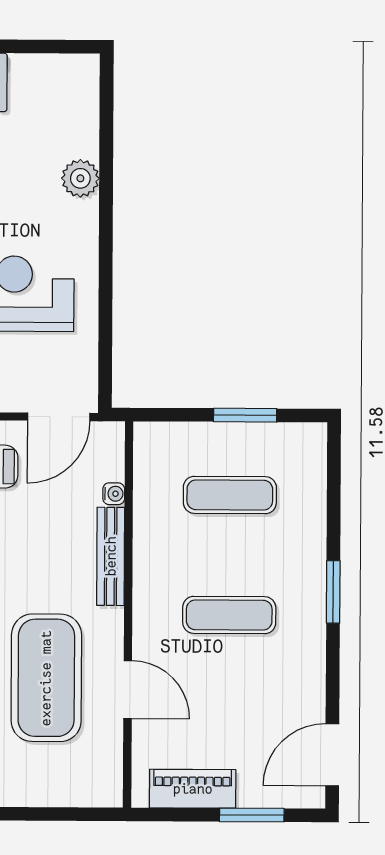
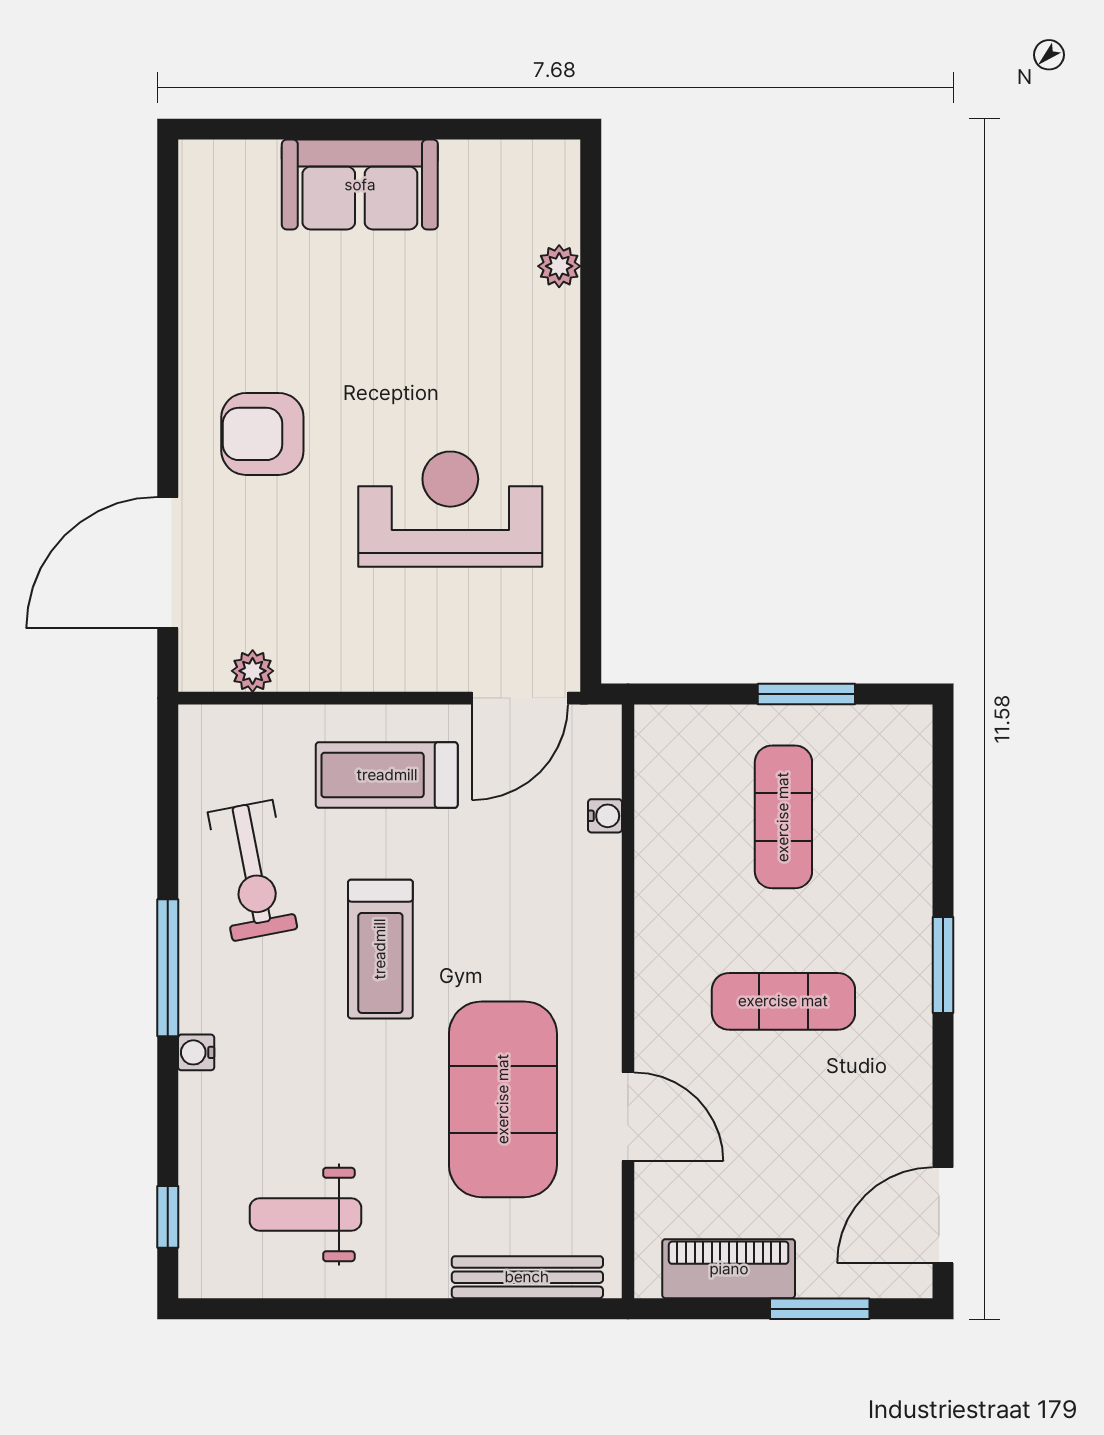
plant: (80, 178) -> (559, 266), moved, width x0.73, depth x0.73
exercise mat: (230, 495) -> (783, 817), turned 90
bench: (111, 556) -> (527, 1277), moved, turned 90

